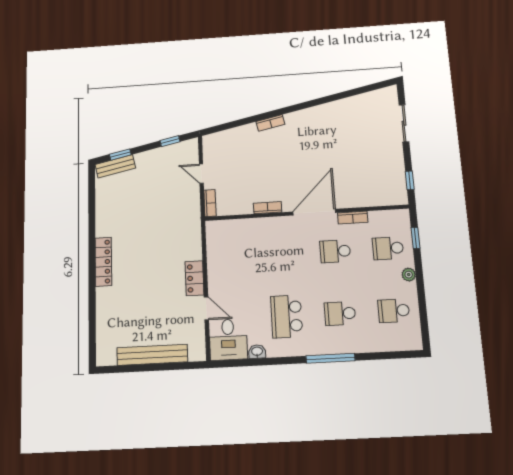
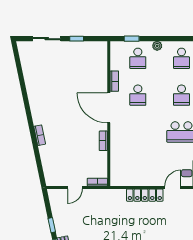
window: (170, 141) -> (52, 225), moved
window: (410, 180) -> (77, 39), moved
locker: (194, 278) -> (145, 195), width x1.53

